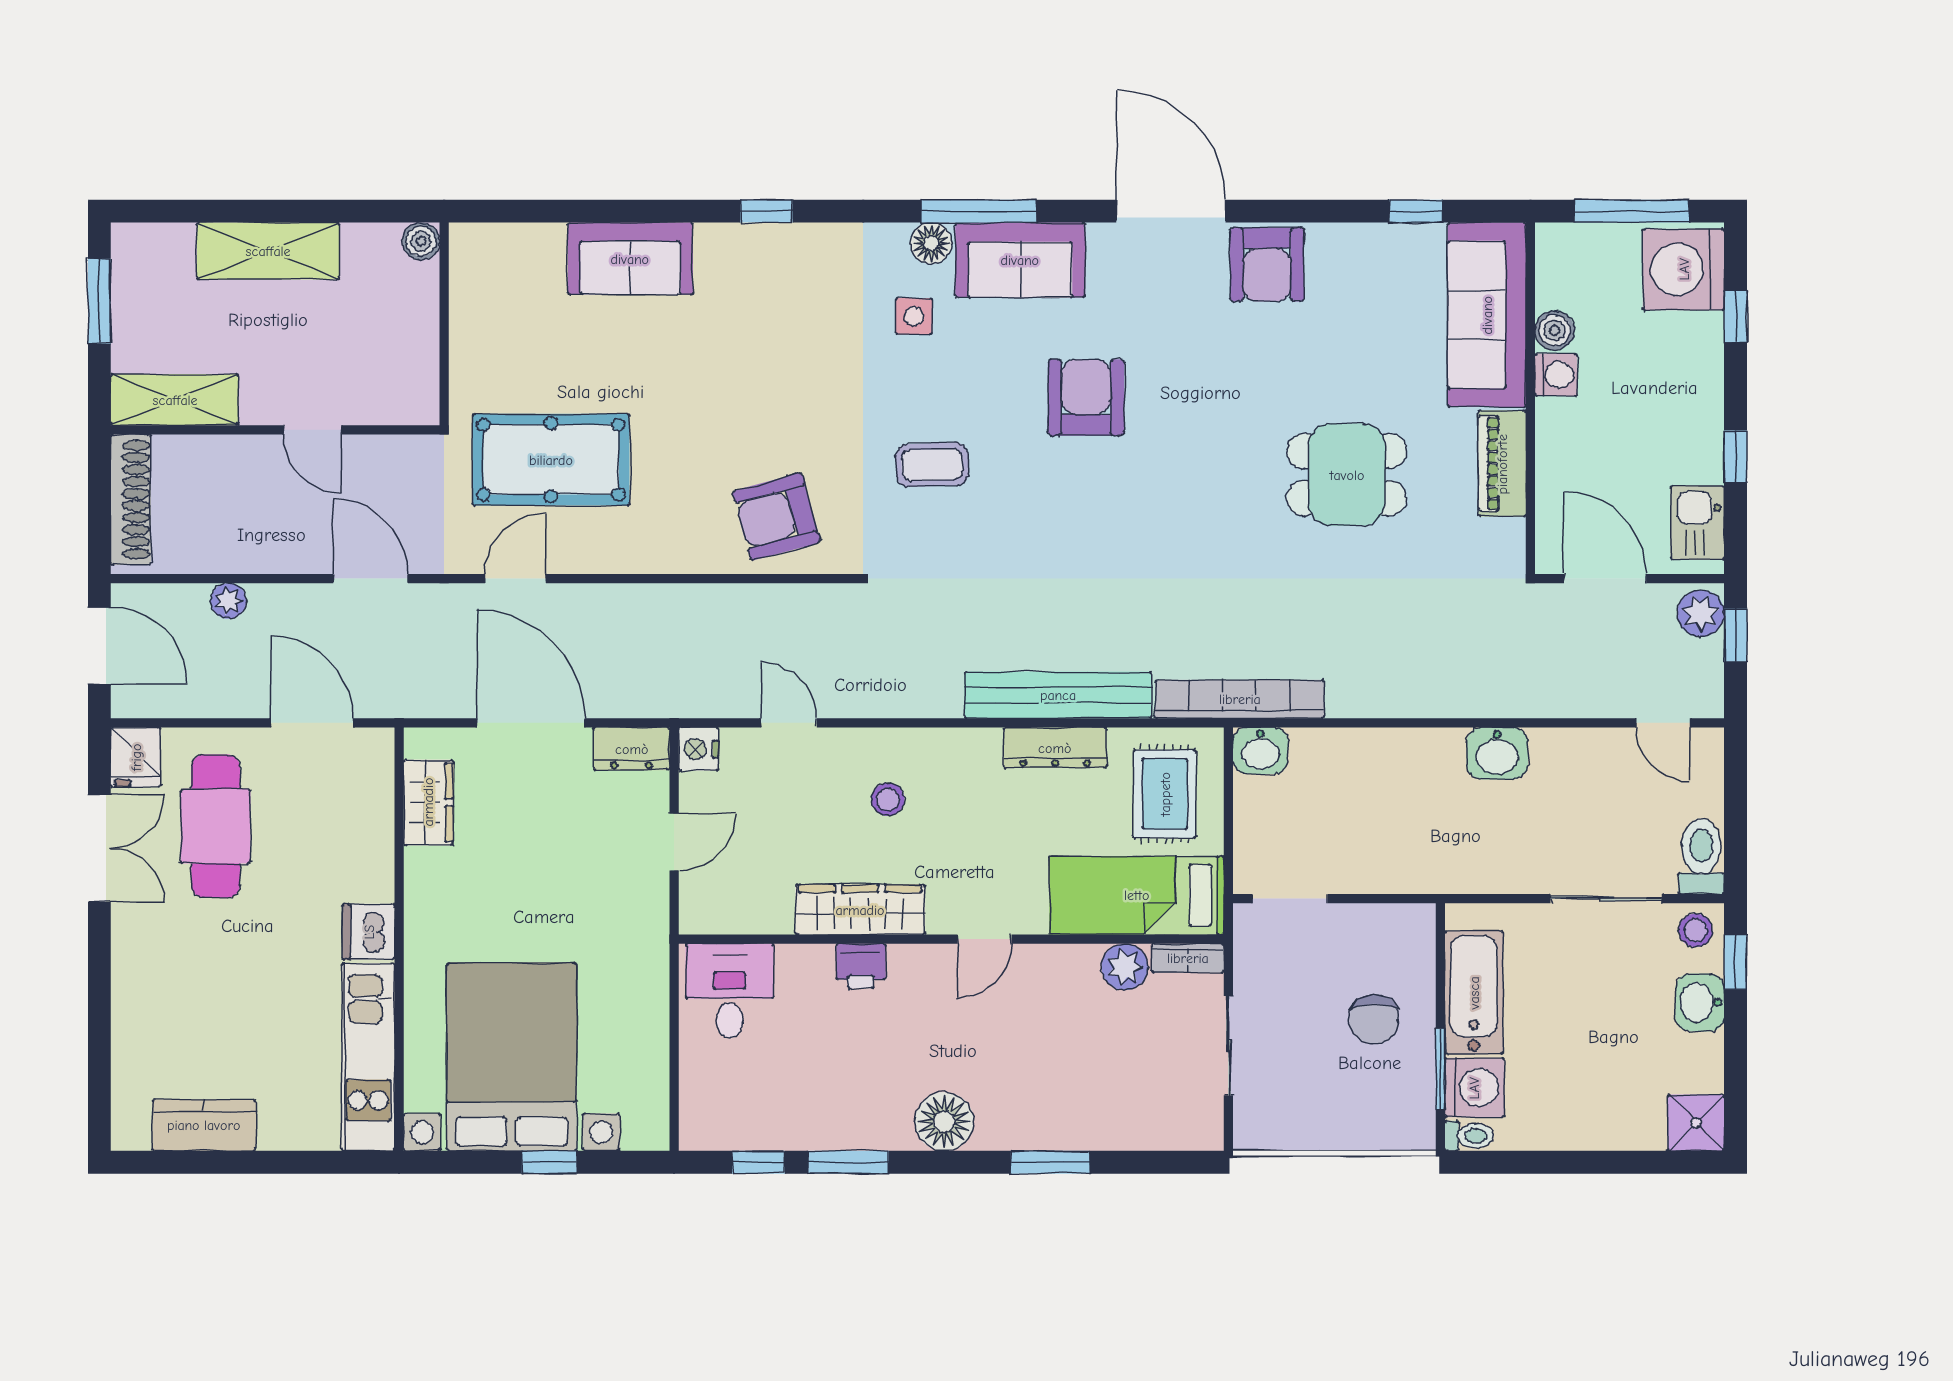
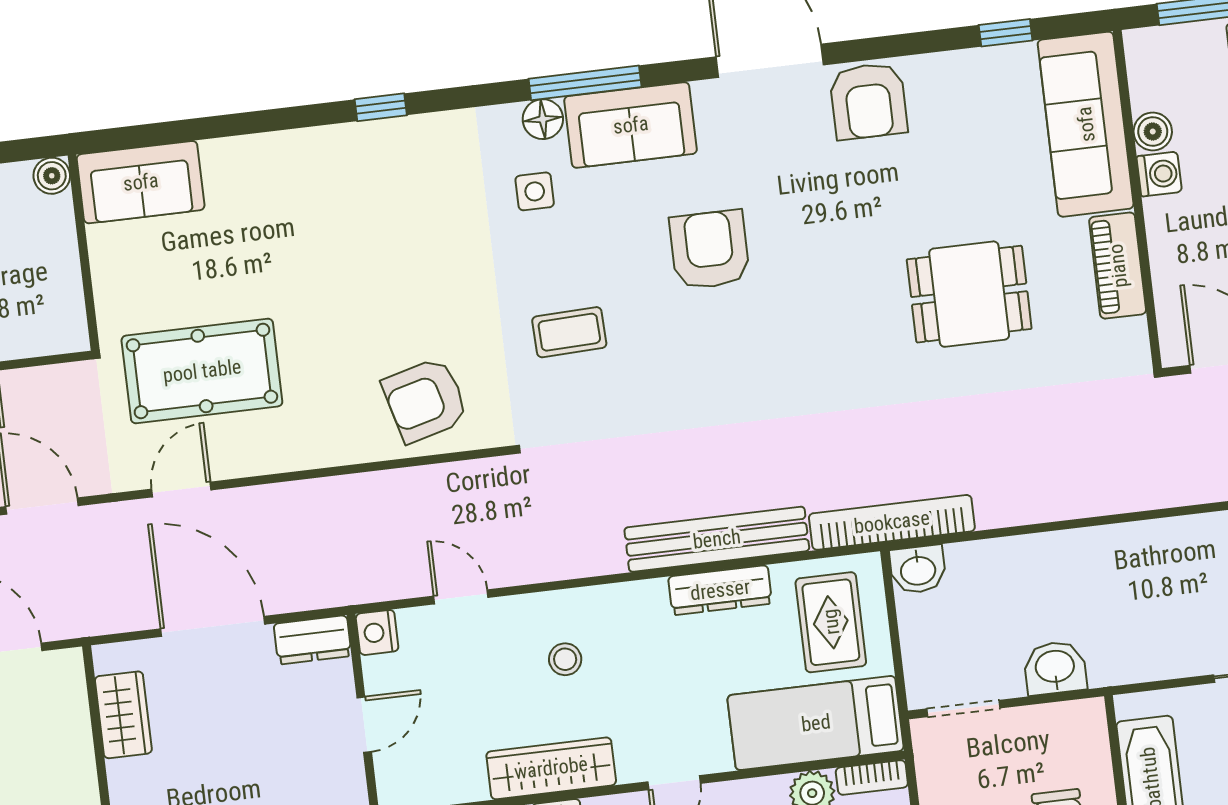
sofa: (630, 259) -> (141, 182), moved
washbasin: (1497, 753) -> (1055, 668), moved, turned 180

